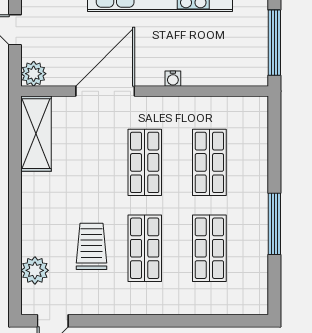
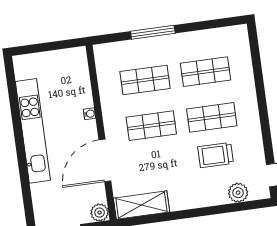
window: (274, 43) -> (54, 46), removed
door: (105, 91) -> (105, 160), hinge flipped
window: (274, 224) -> (153, 32), moved

